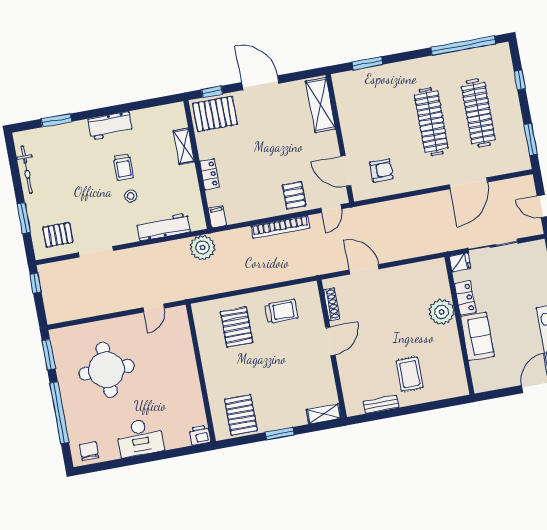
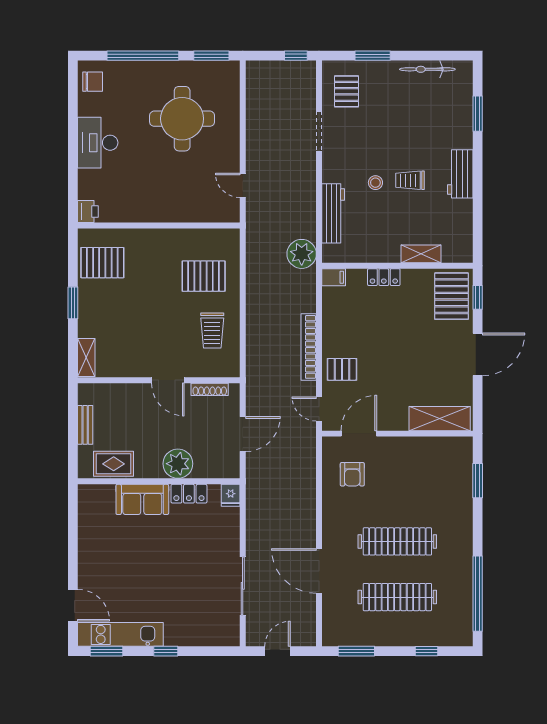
fridge: (460, 262) -> (231, 495), moved
locker: (465, 298) -> (189, 494), moved
plant: (442, 312) -> (178, 464), moved
wall: (459, 325) -> (159, 481), moved
sofa: (477, 337) -> (142, 499), moved

